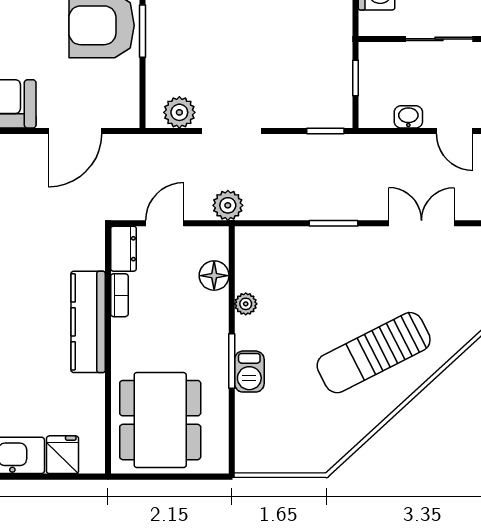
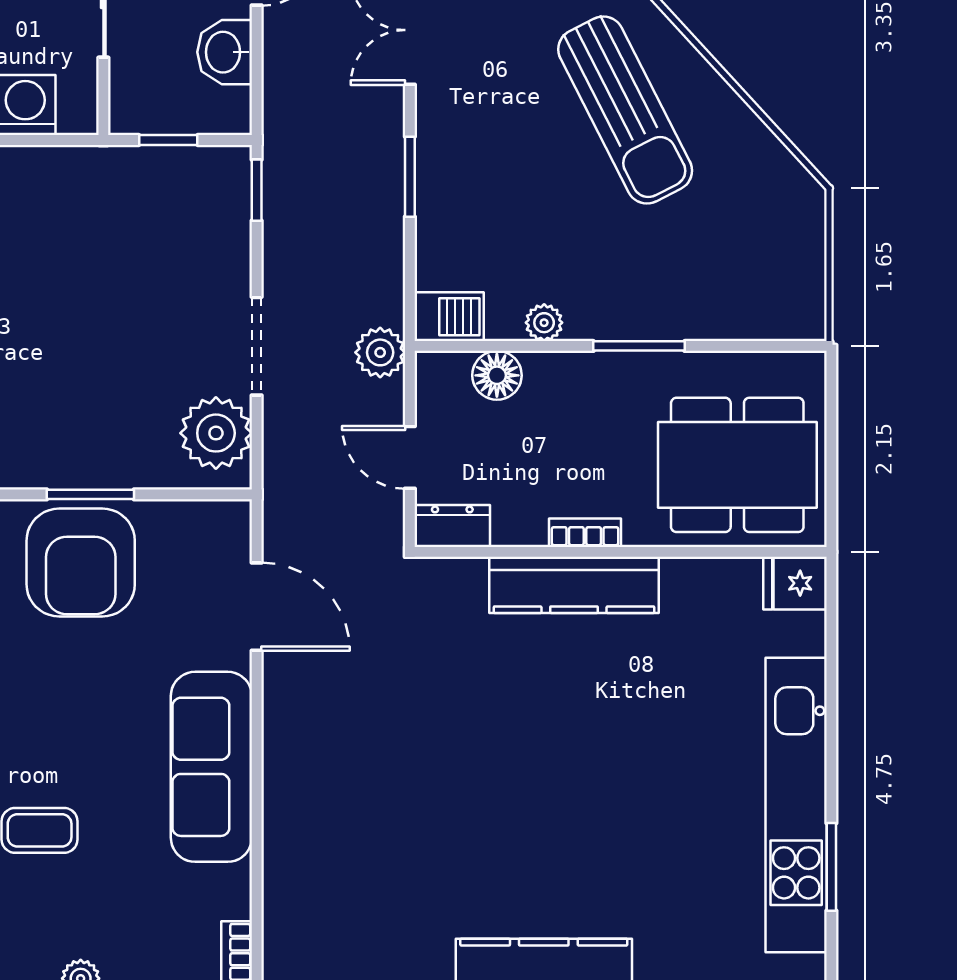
plant: (179, 112) -> (216, 433), width x1.36, depth x1.36
washbasin: (408, 117) -> (225, 52), width x1.38, depth x1.45
bookcase: (119, 295) -> (585, 533), moved
barbecue: (249, 372) -> (449, 317), moved
fridge: (63, 455) -> (795, 583), moved

